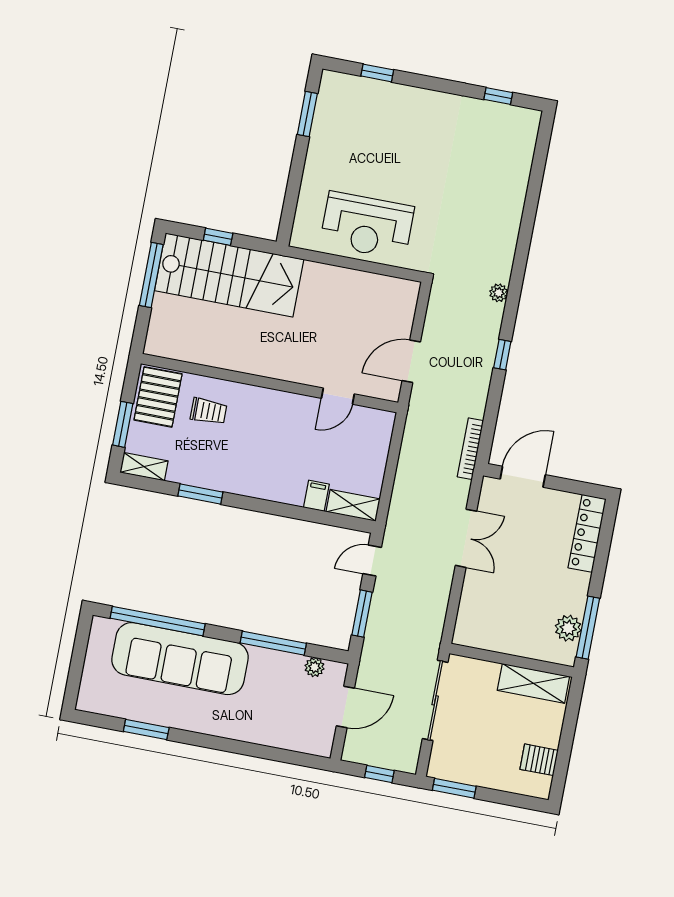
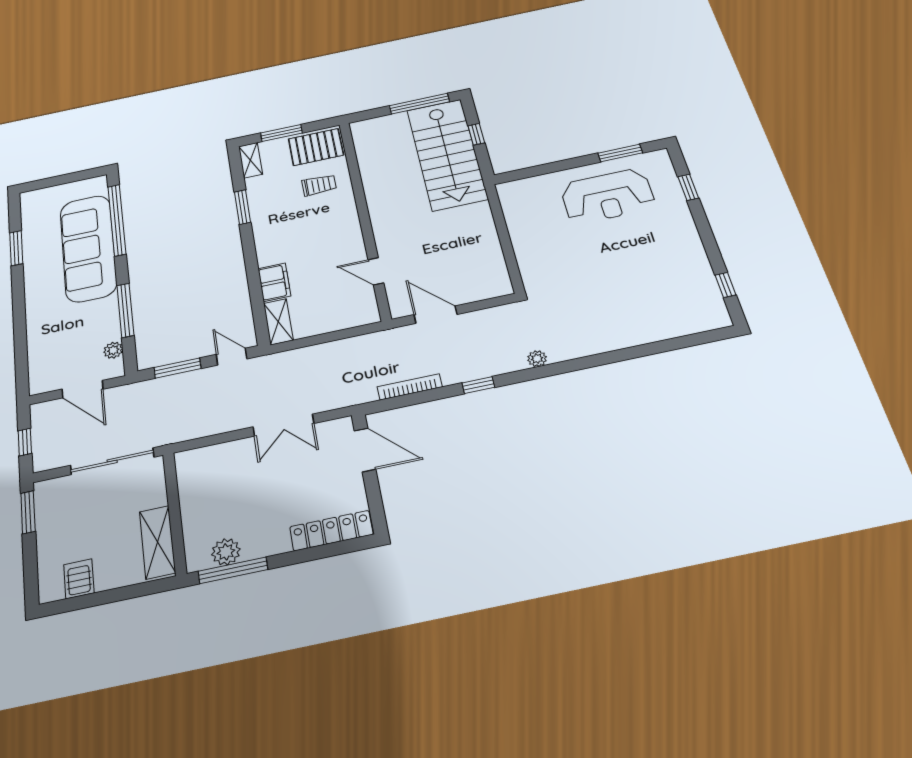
reception desk: (367, 225) -> (607, 196), moved, turned -90
trolley: (209, 411) -> (319, 185), turned -90
bookcase: (470, 449) -> (410, 387), moved
filing cabinet: (316, 496) -> (274, 282), width x2.00

